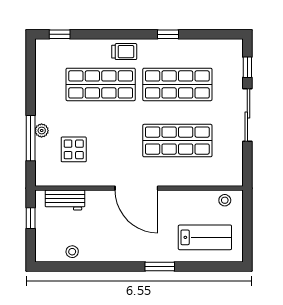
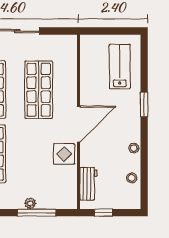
display table: (74, 149) -> (64, 154), moved
stool: (225, 200) -> (134, 148), moved

